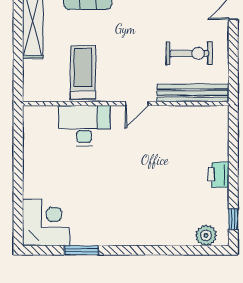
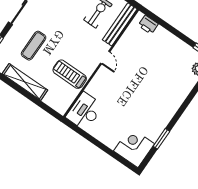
desk: (84, 126) -> (85, 111), moved
printer: (218, 175) -> (148, 25), moved

